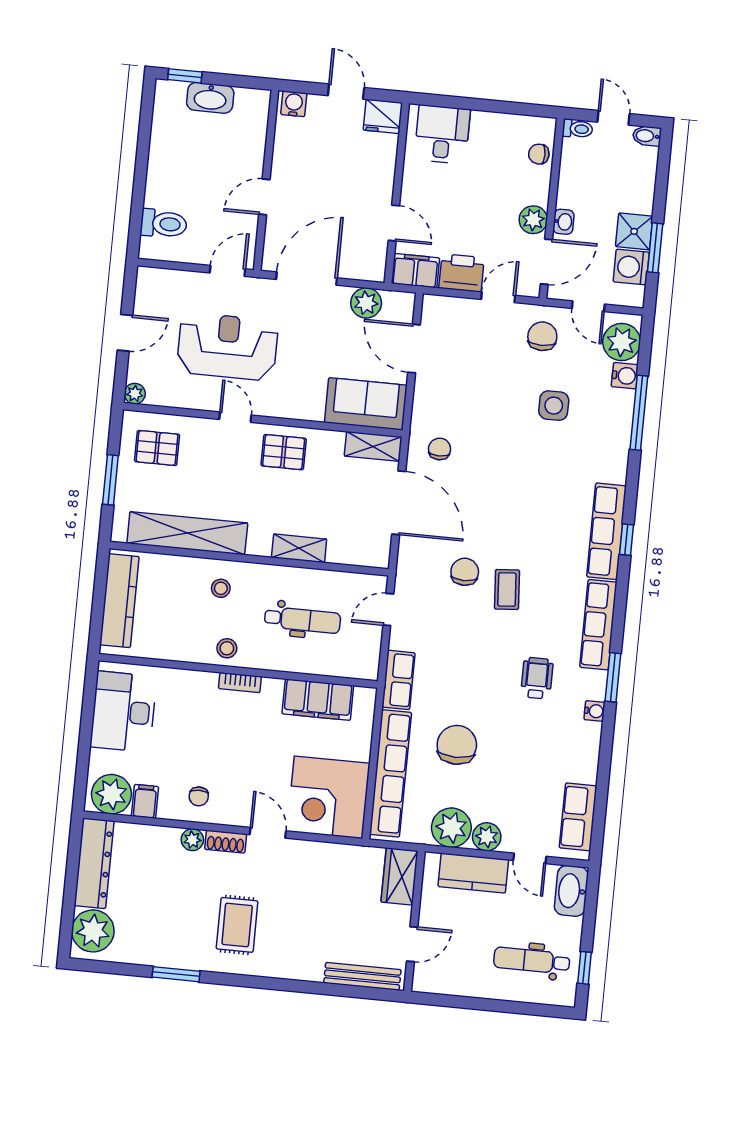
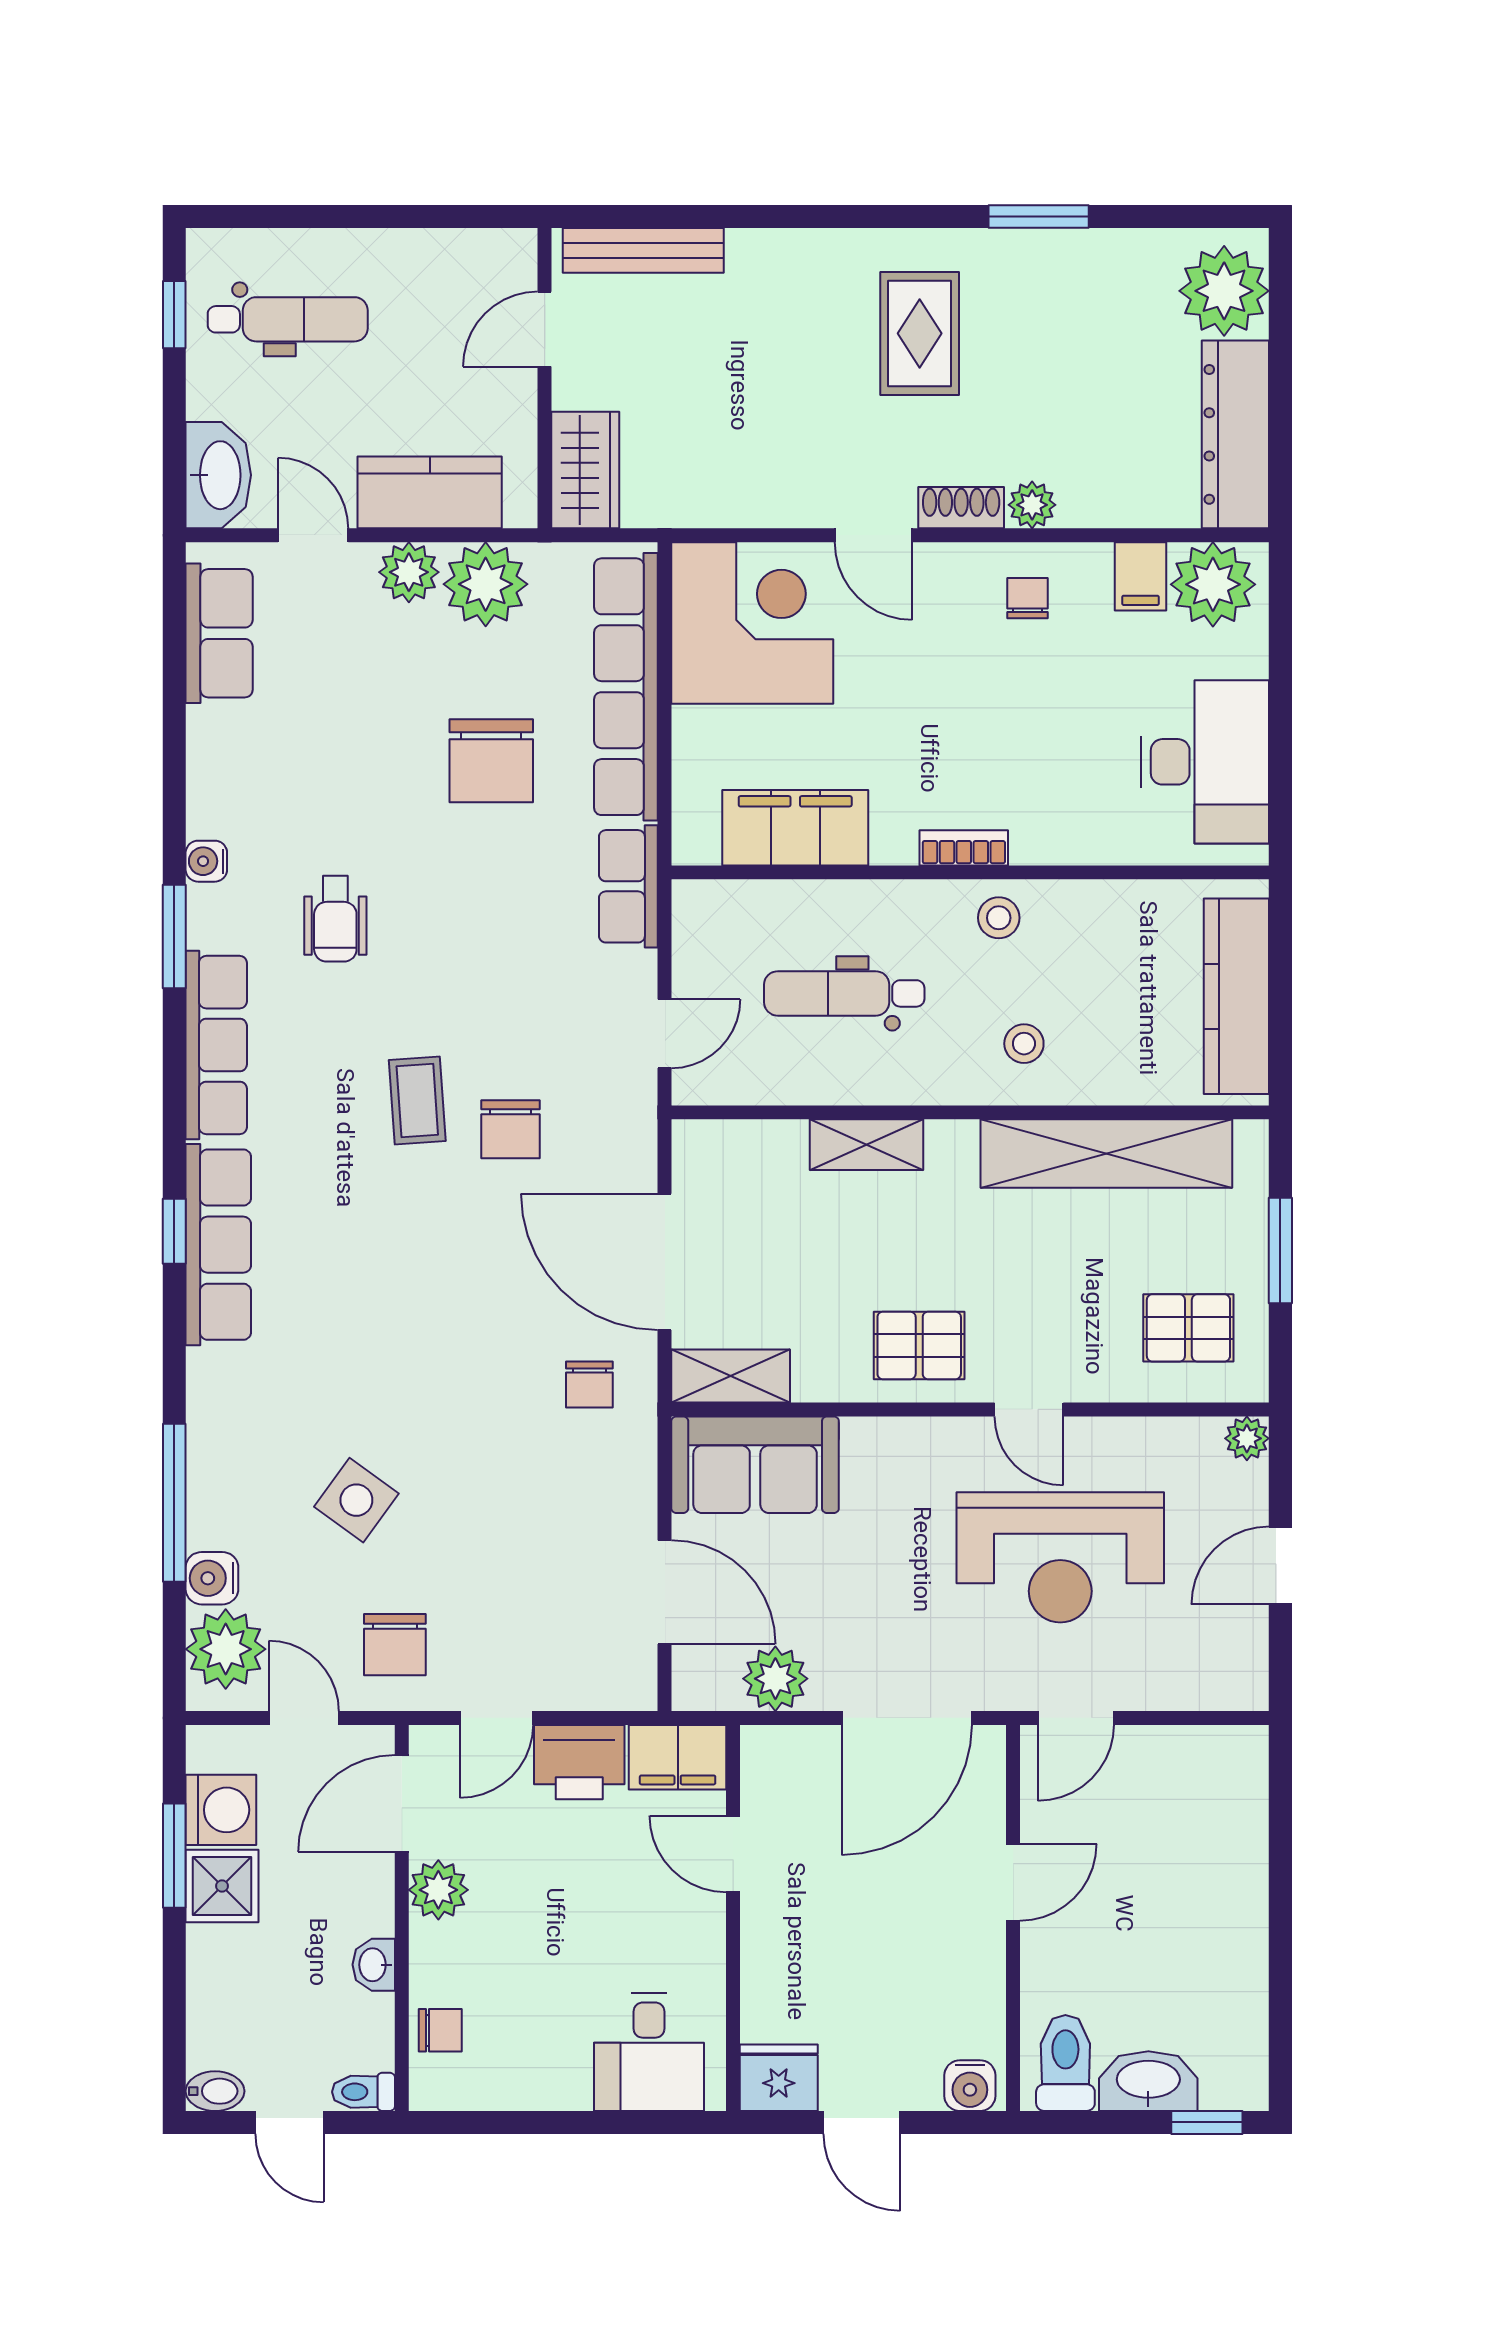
washbasin: (564, 222) -> (374, 1965), moved
toilet: (164, 224) -> (1065, 2063), moved, turned 90
side table: (554, 406) -> (356, 1500), turned 36

